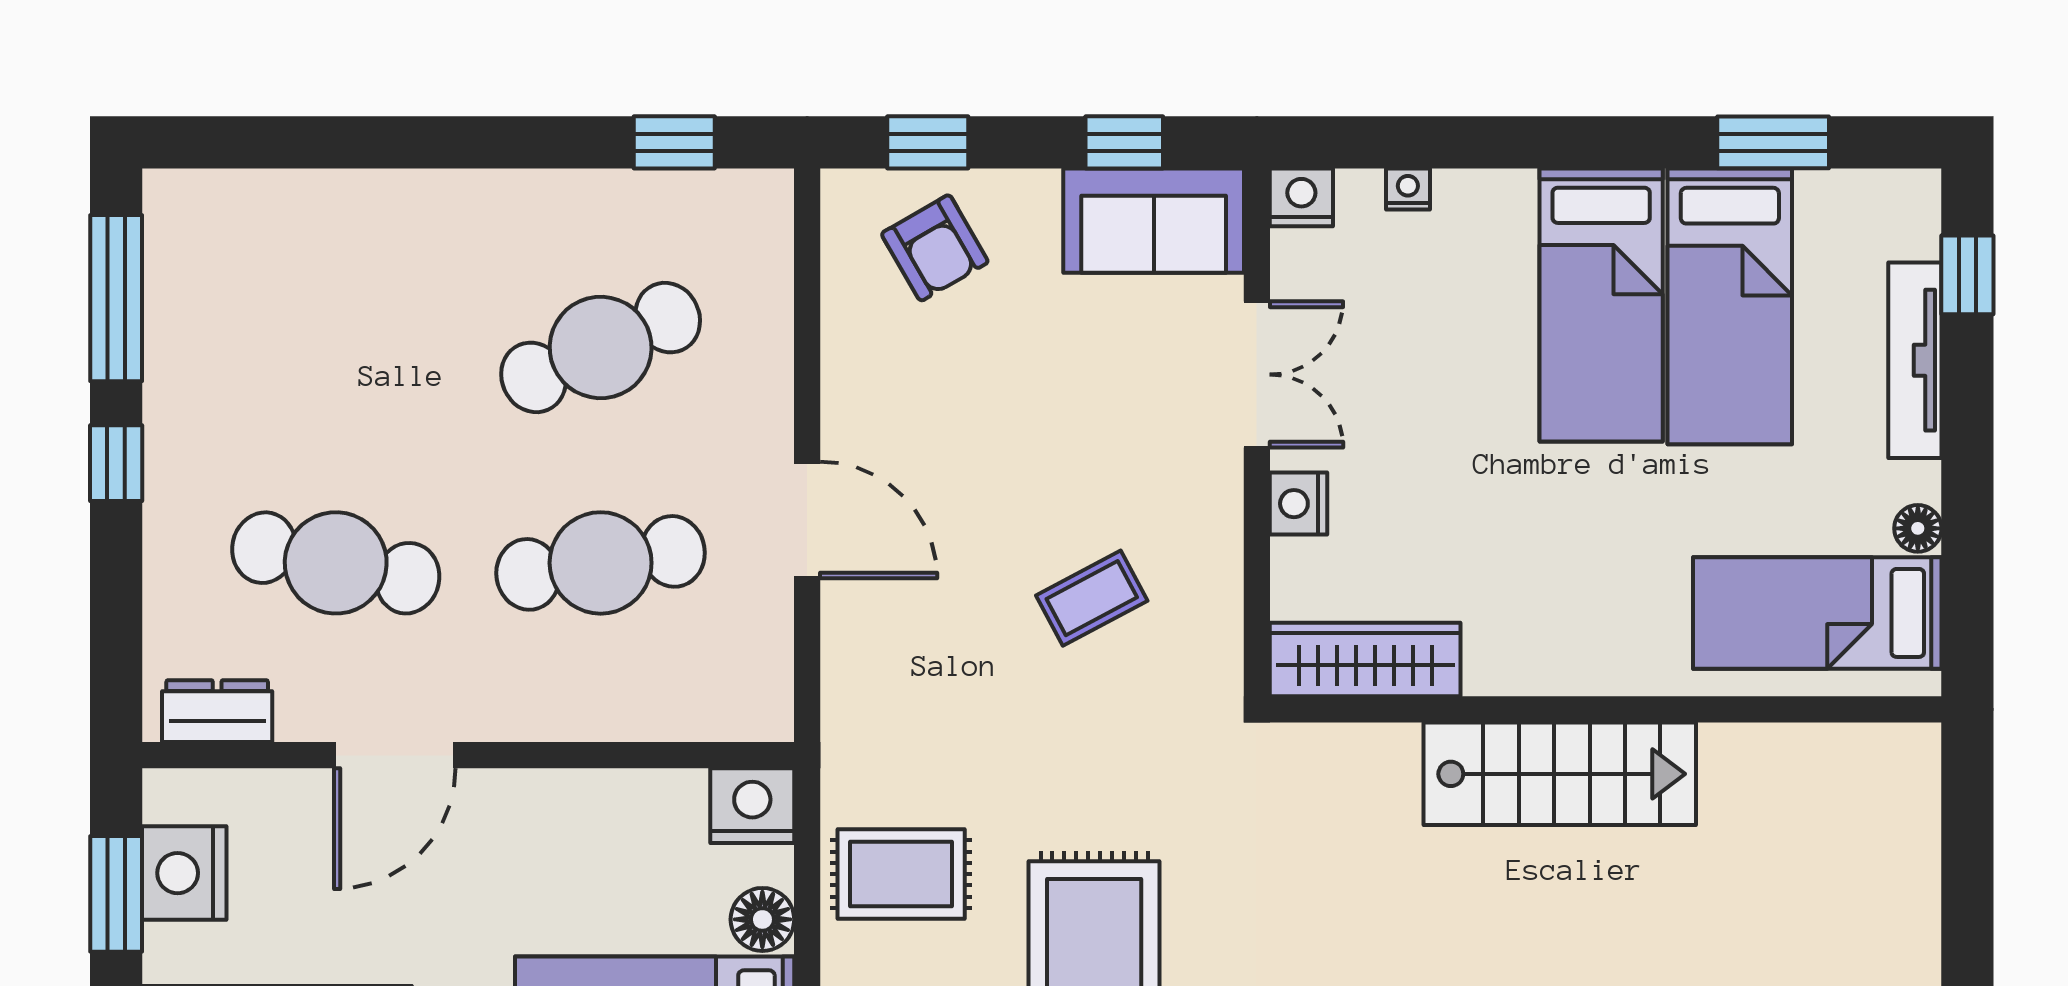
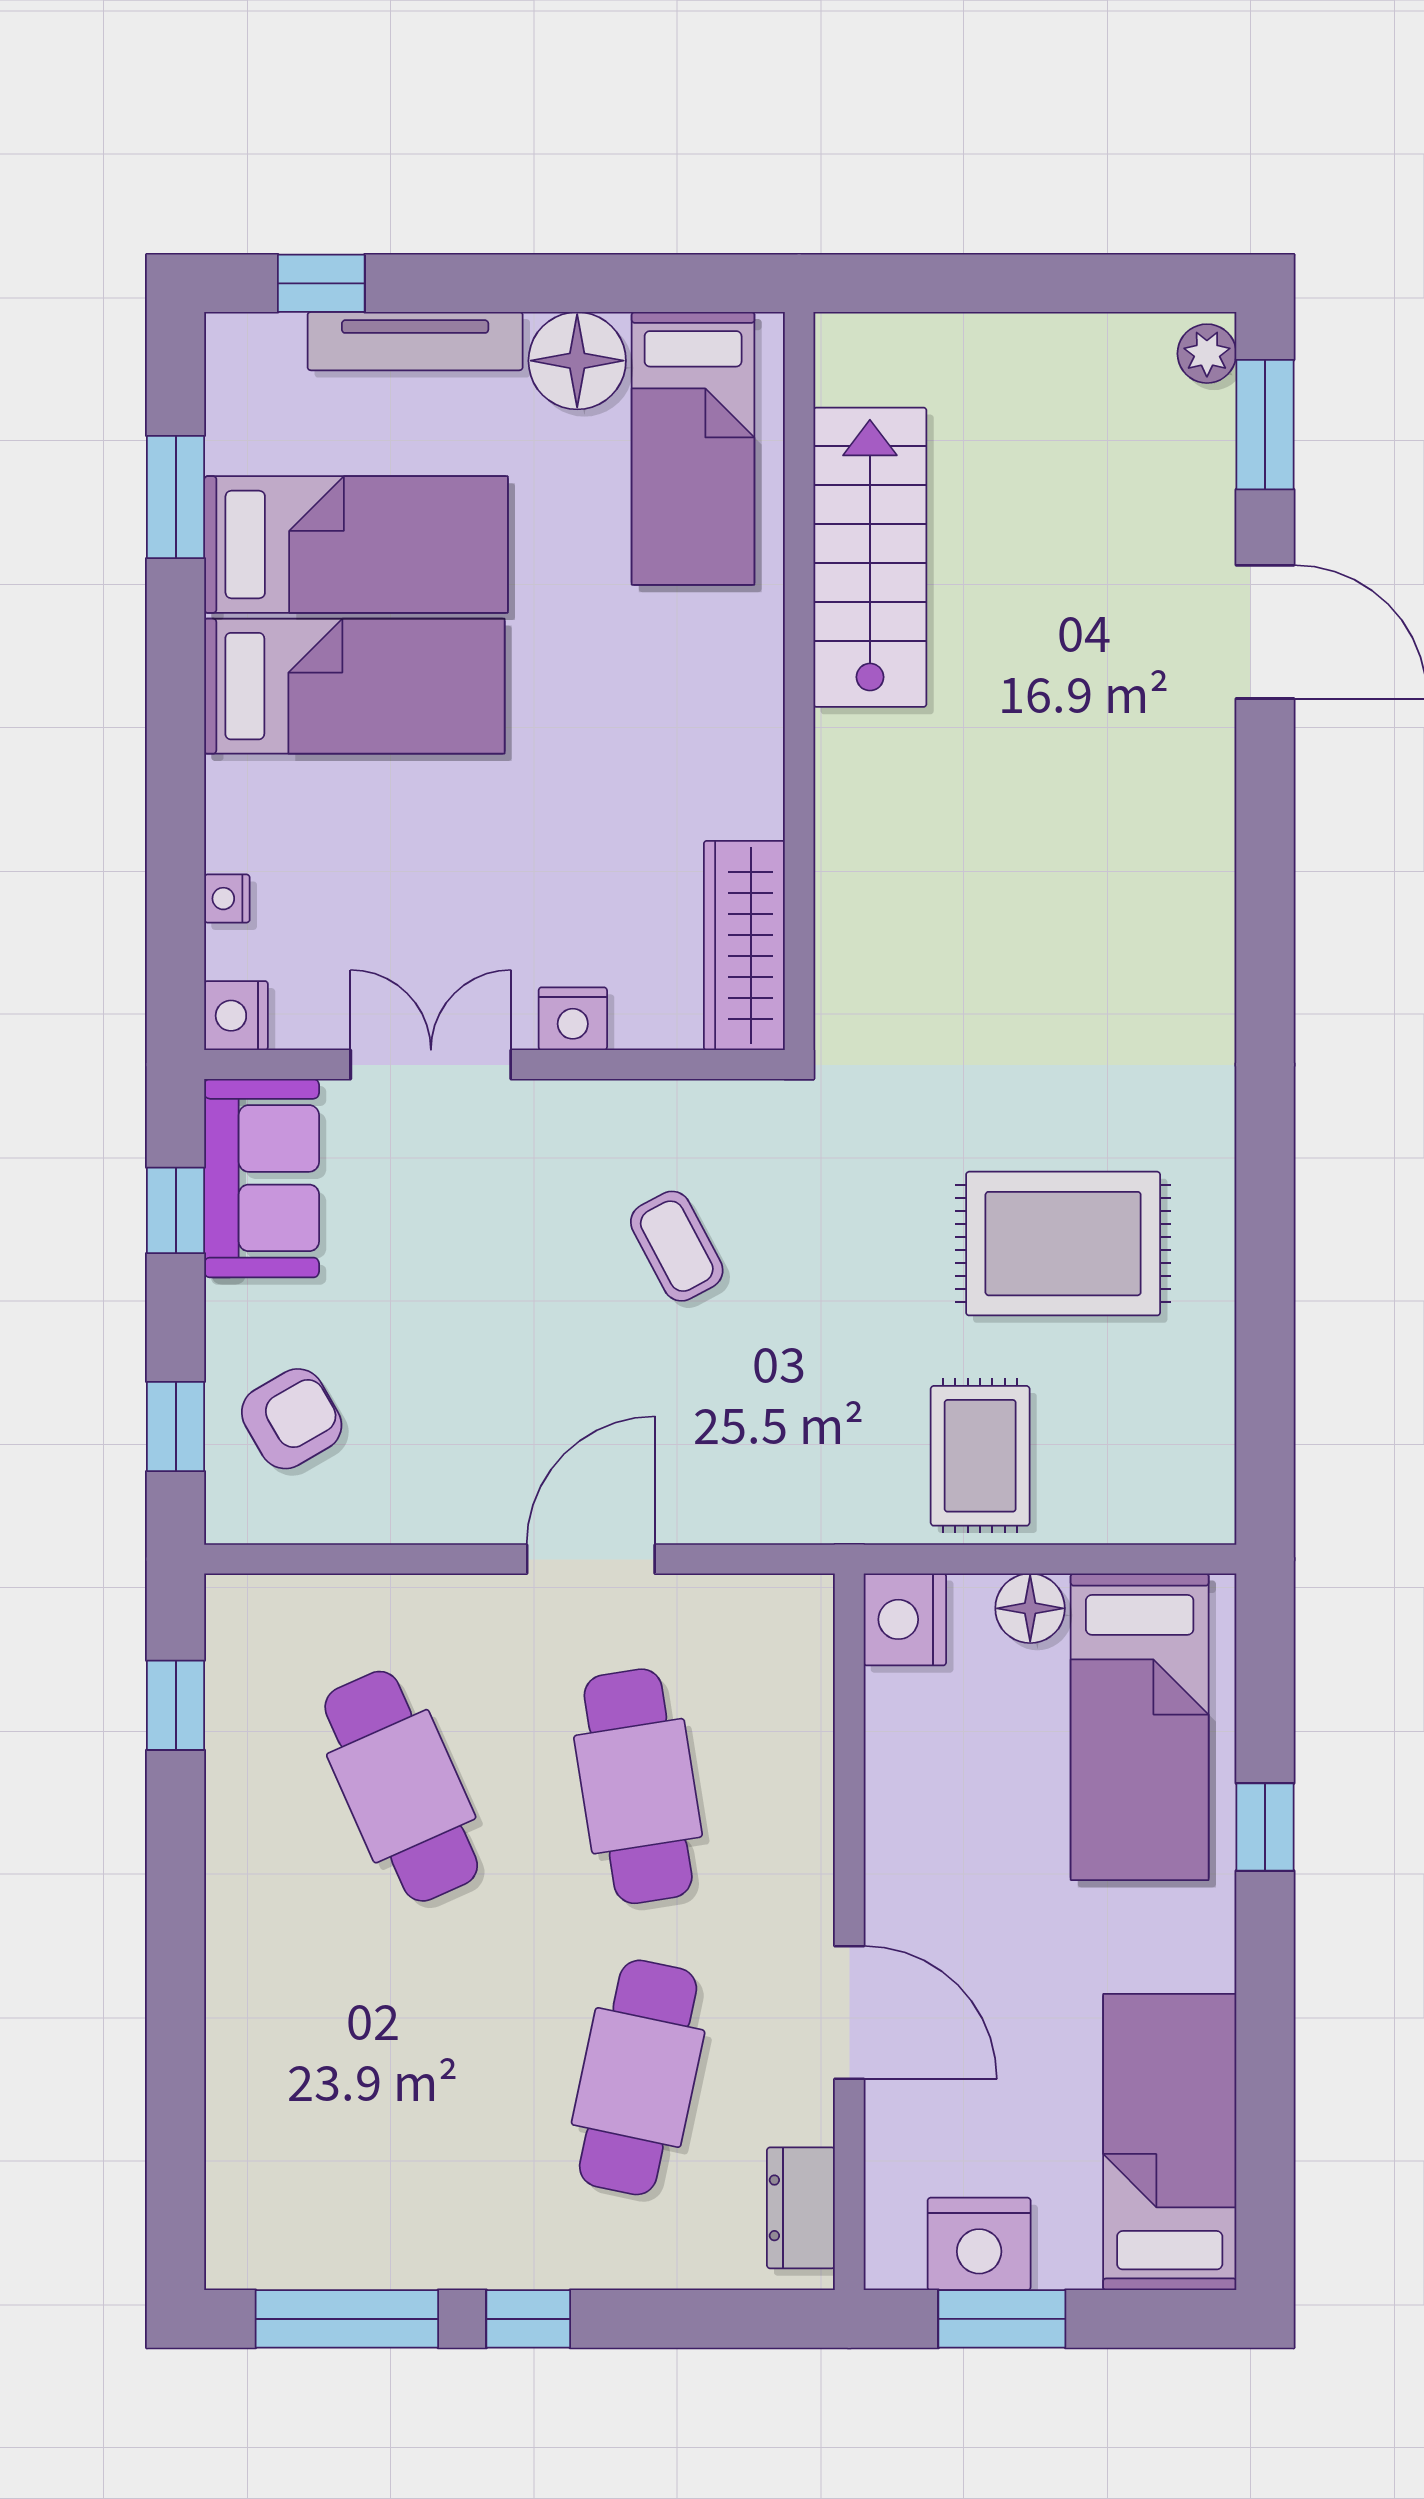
floor lamp: (1918, 528) -> (577, 361), width x1.89, depth x1.89
stairs: (1560, 774) -> (870, 557), moved

